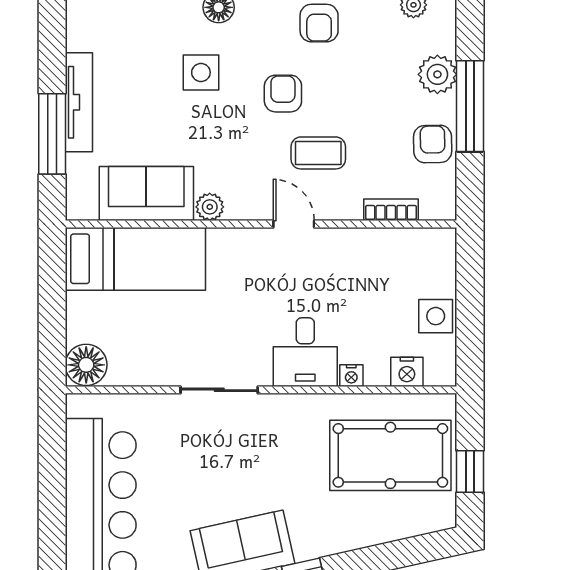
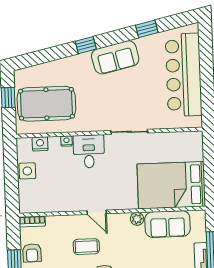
bookcase: (391, 210) -> (32, 221), moved
bed: (135, 259) -> (171, 185), width x1.50
floor lamp: (86, 365) -> (193, 141), removed

